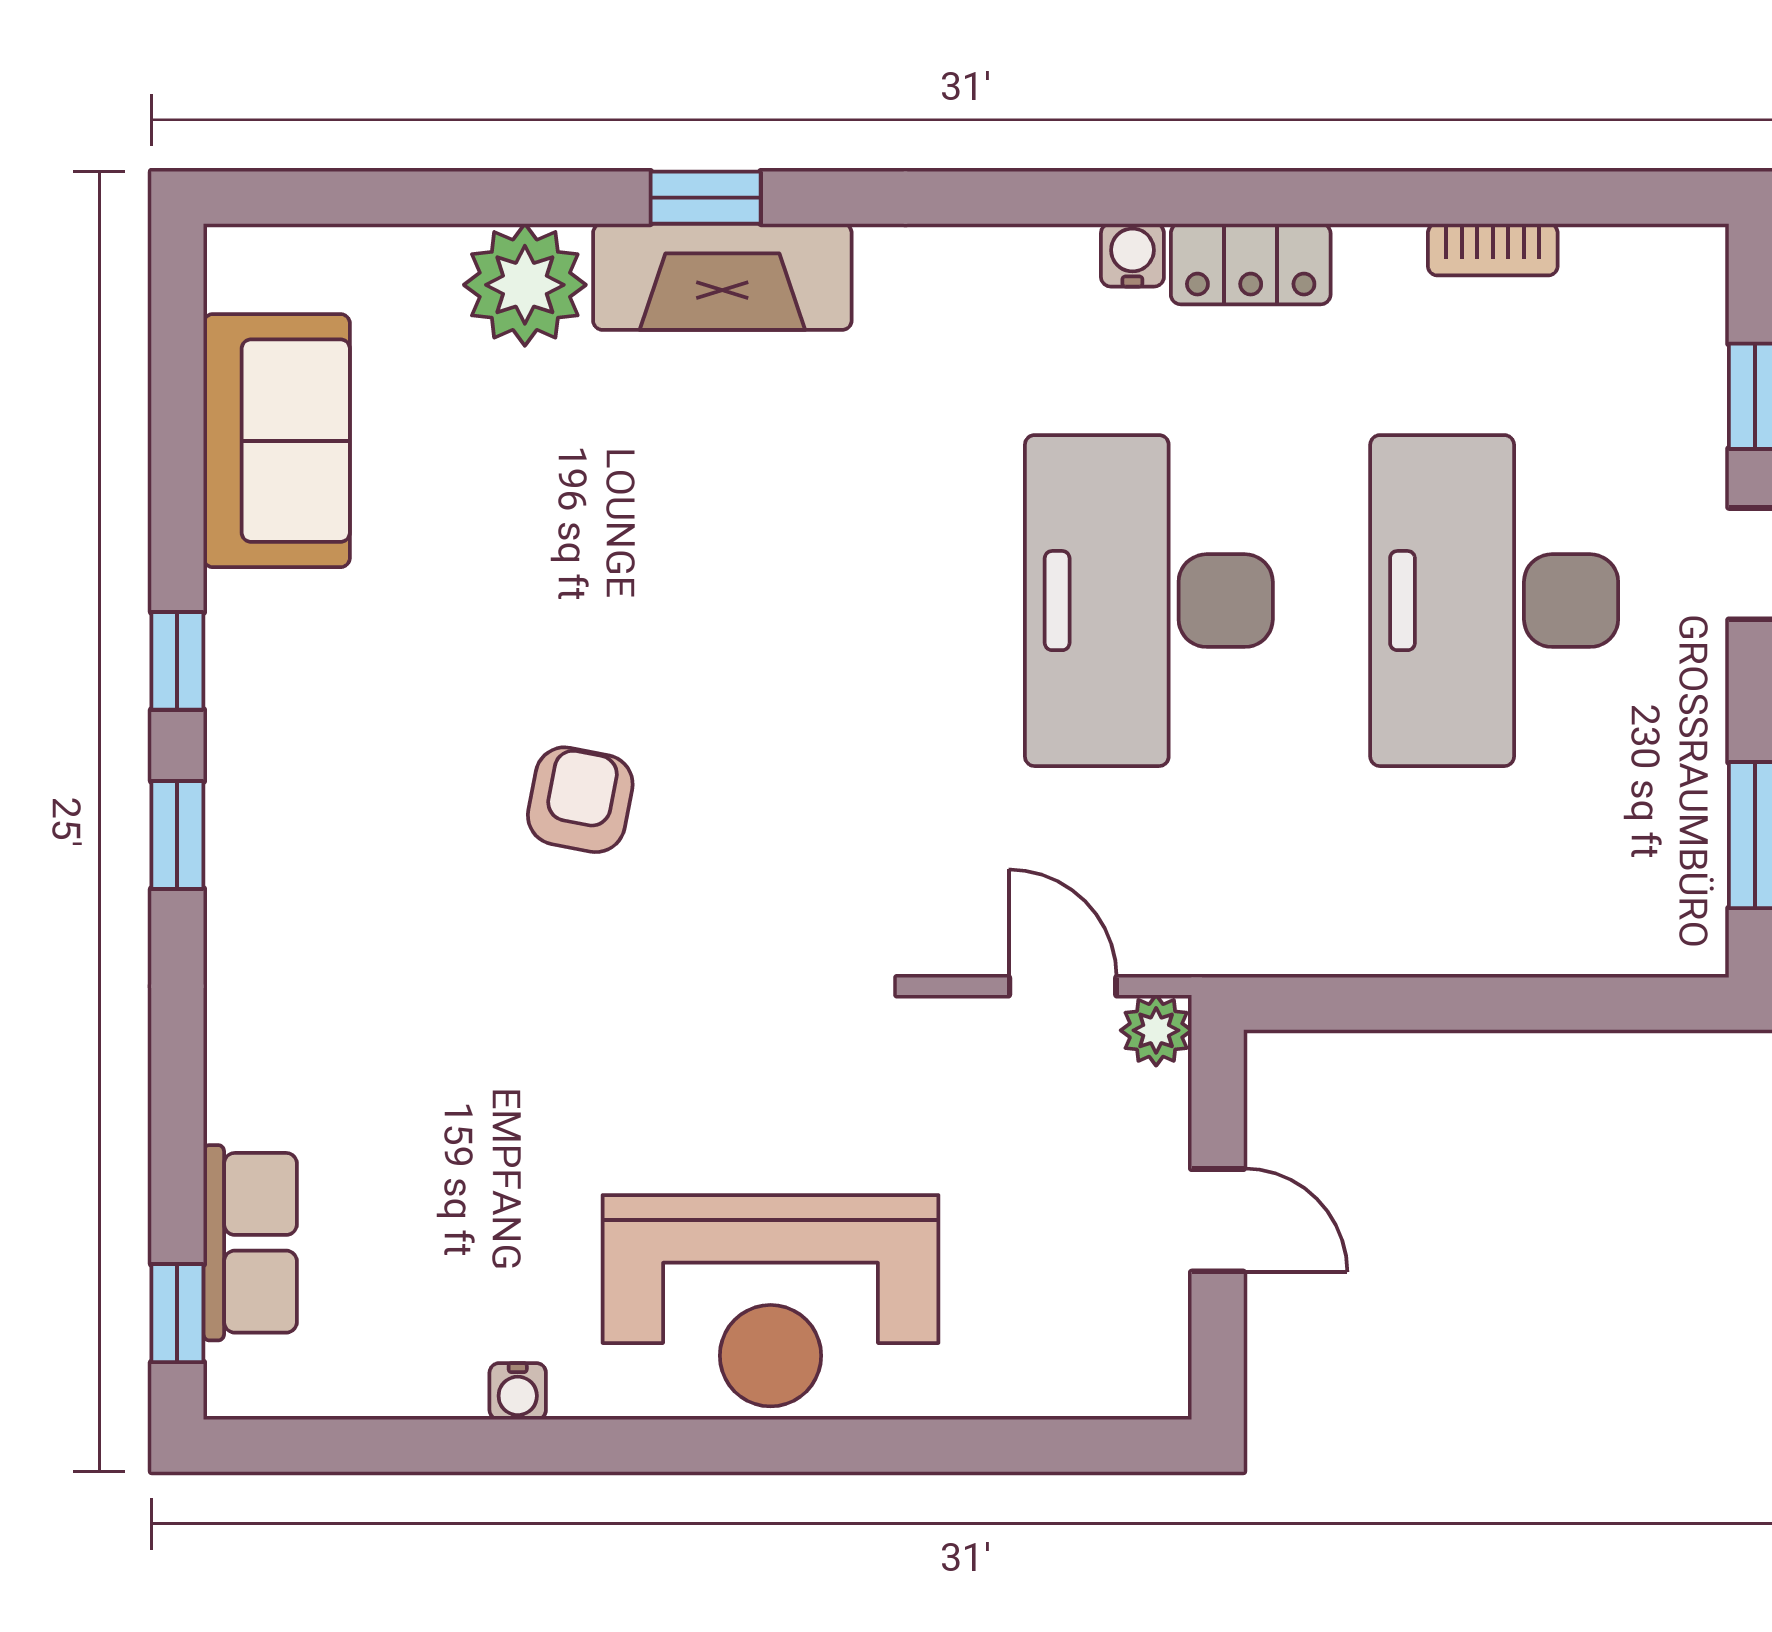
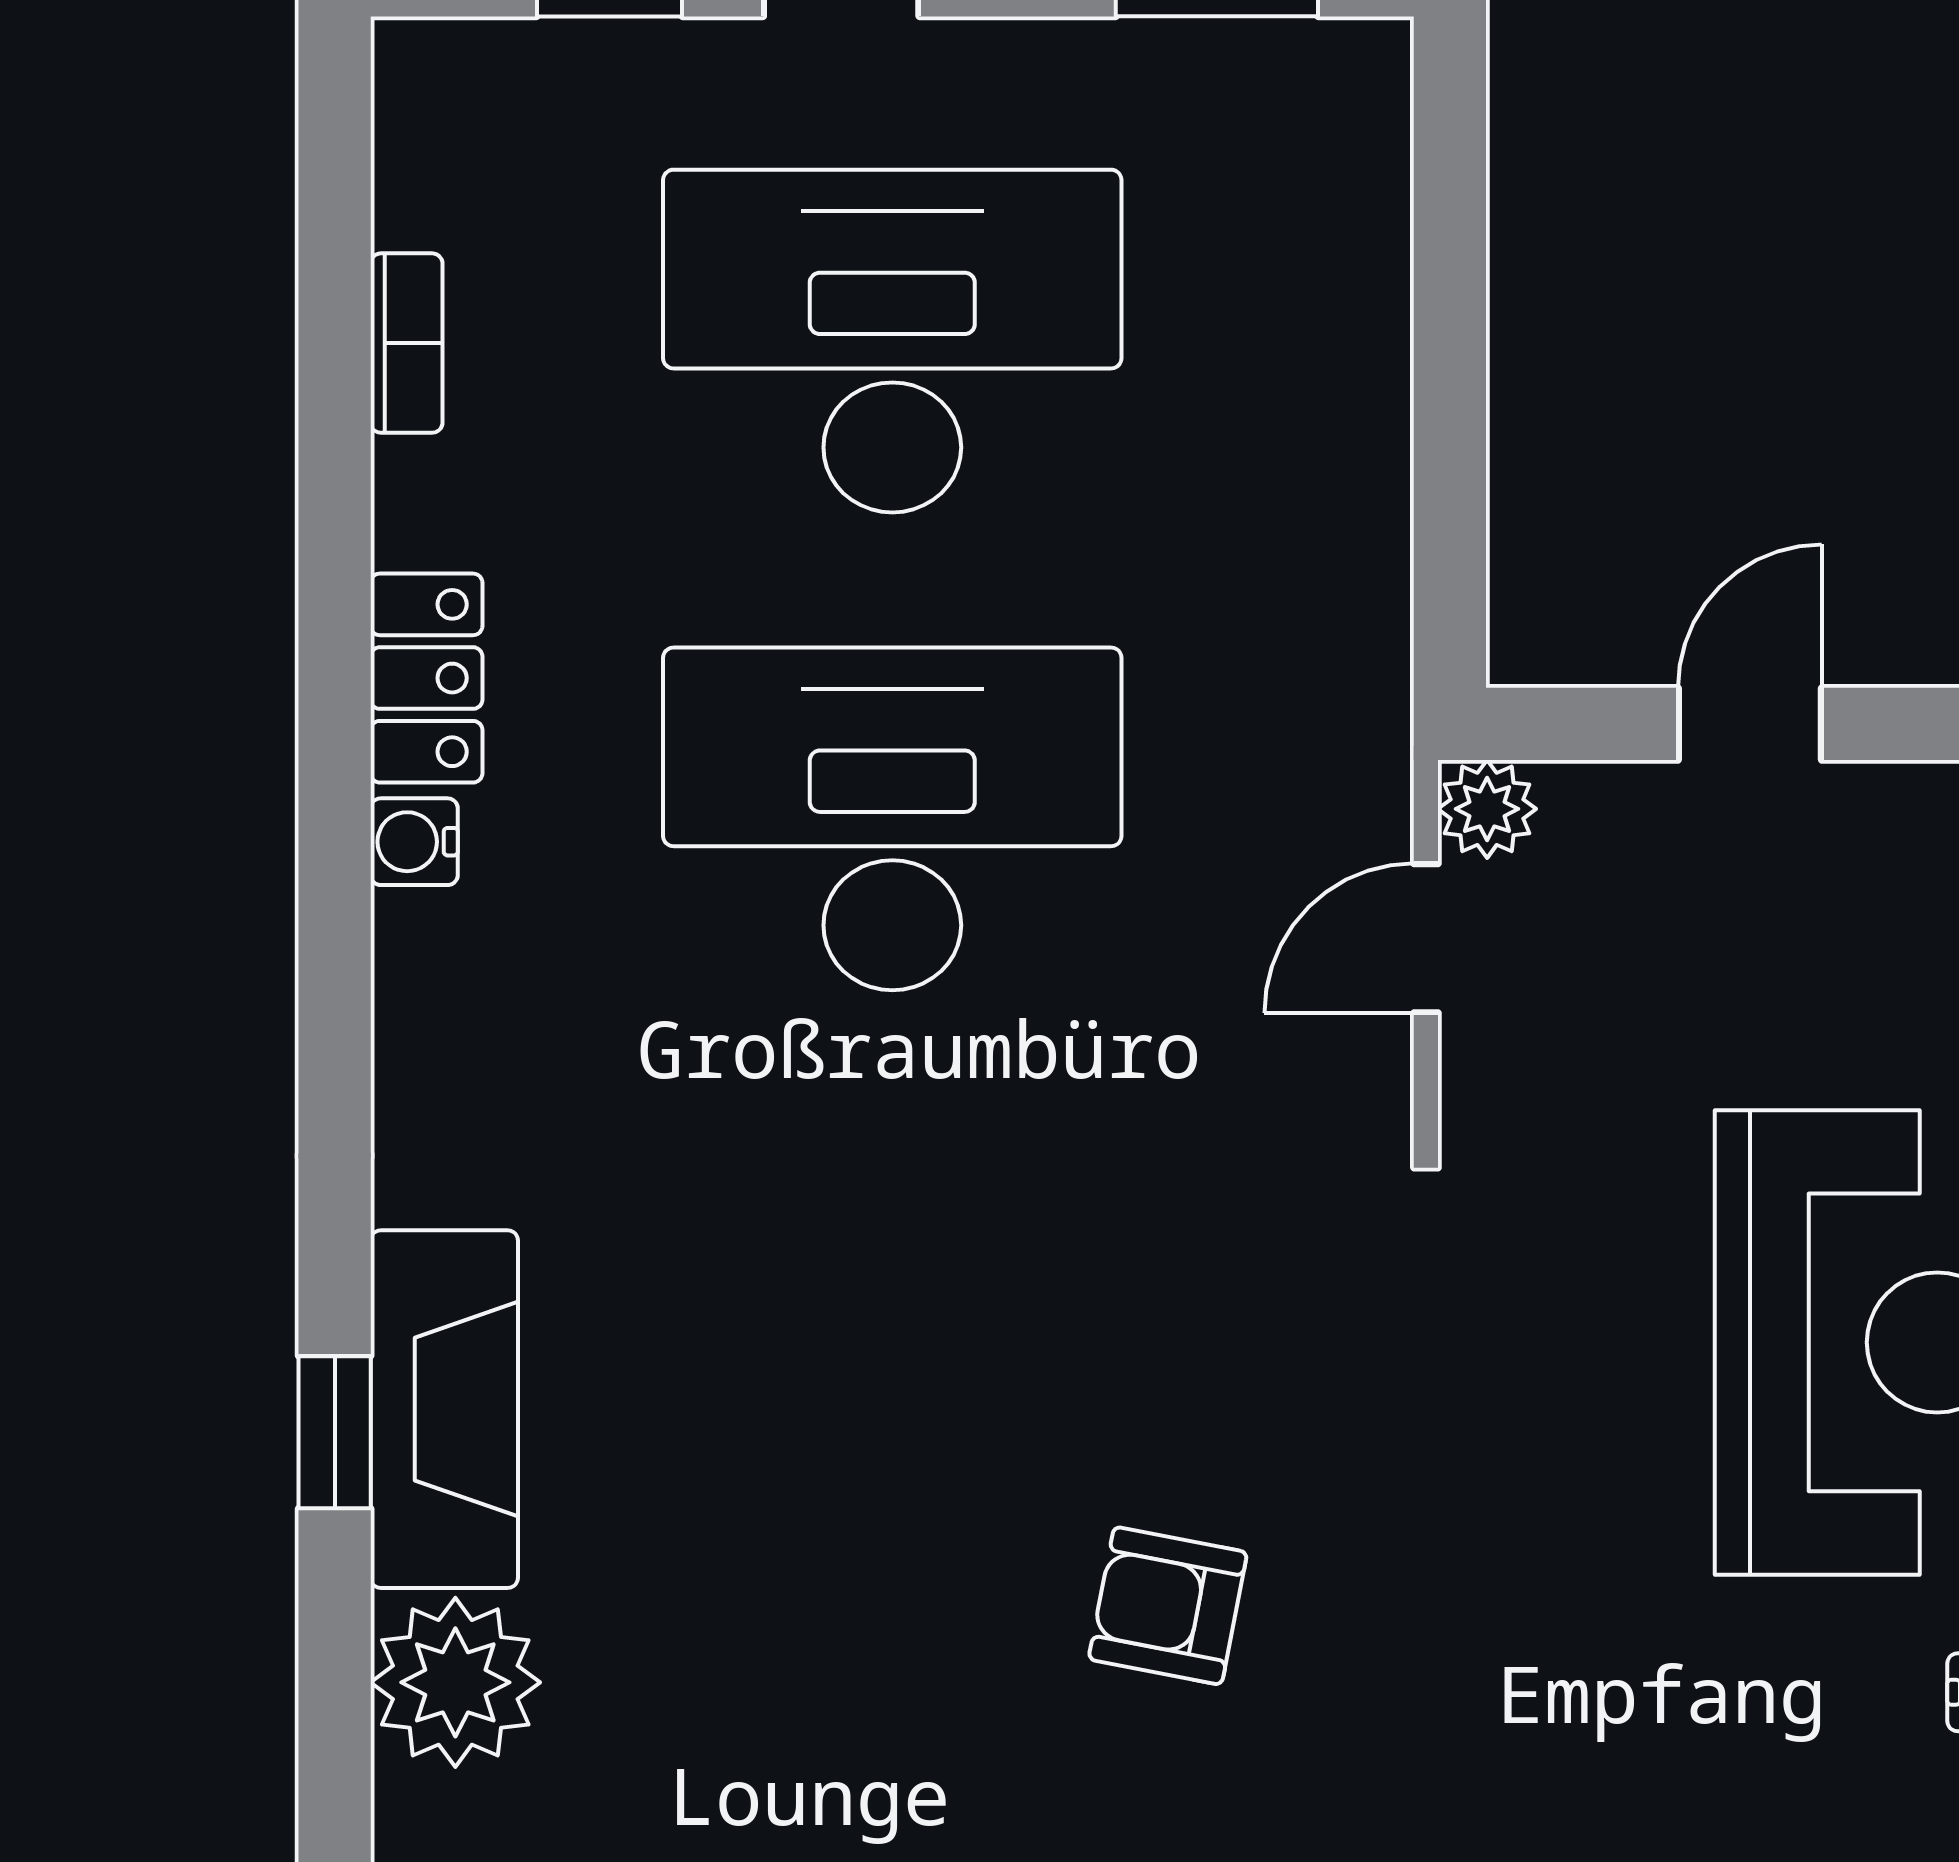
desk: (1149, 601) -> (892, 819), turned 180
desk: (1494, 601) -> (892, 341), turned 180

